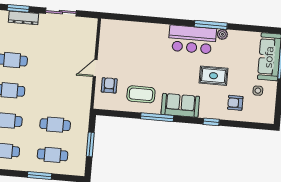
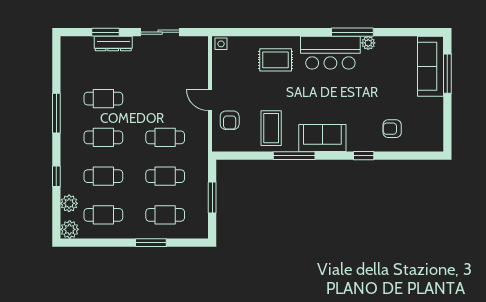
door: (95, 68) -> (210, 100), hinge flipped
rug: (214, 76) -> (276, 60), moved
armchair: (109, 85) -> (230, 120), turned 180
side table: (258, 91) -> (221, 44), moved
cafe table: (58, 94) -> (165, 137), added
coffee table: (141, 94) -> (271, 128), turned 90

